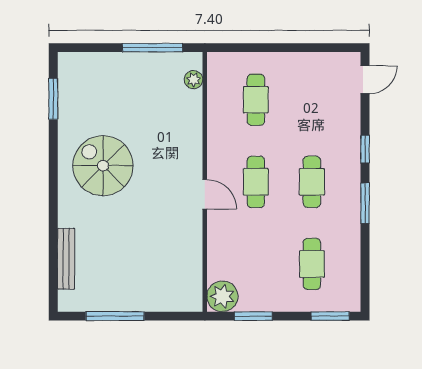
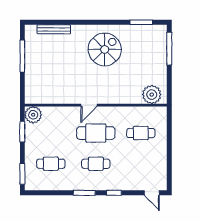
window: (152, 48) -> (169, 49), moved
plant: (193, 80) -> (152, 95), width x1.87, depth x1.87
cafe table: (256, 182) -> (96, 133), width x1.37, depth x1.35

